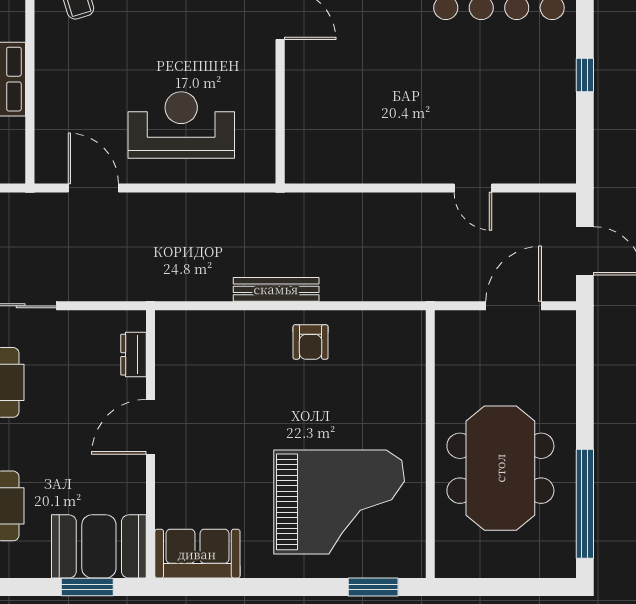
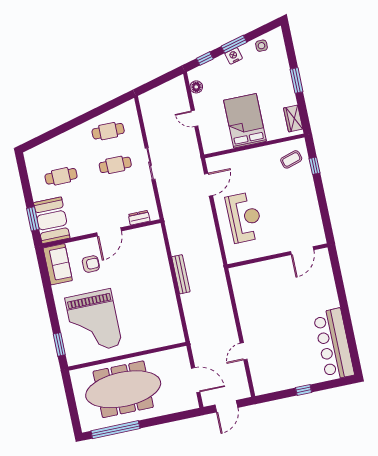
armchair: (311, 342) -> (91, 264), moved, turned 180
door: (151, 427) -> (109, 232), swing flipped
meeting table: (500, 468) -> (123, 389), width x1.36

